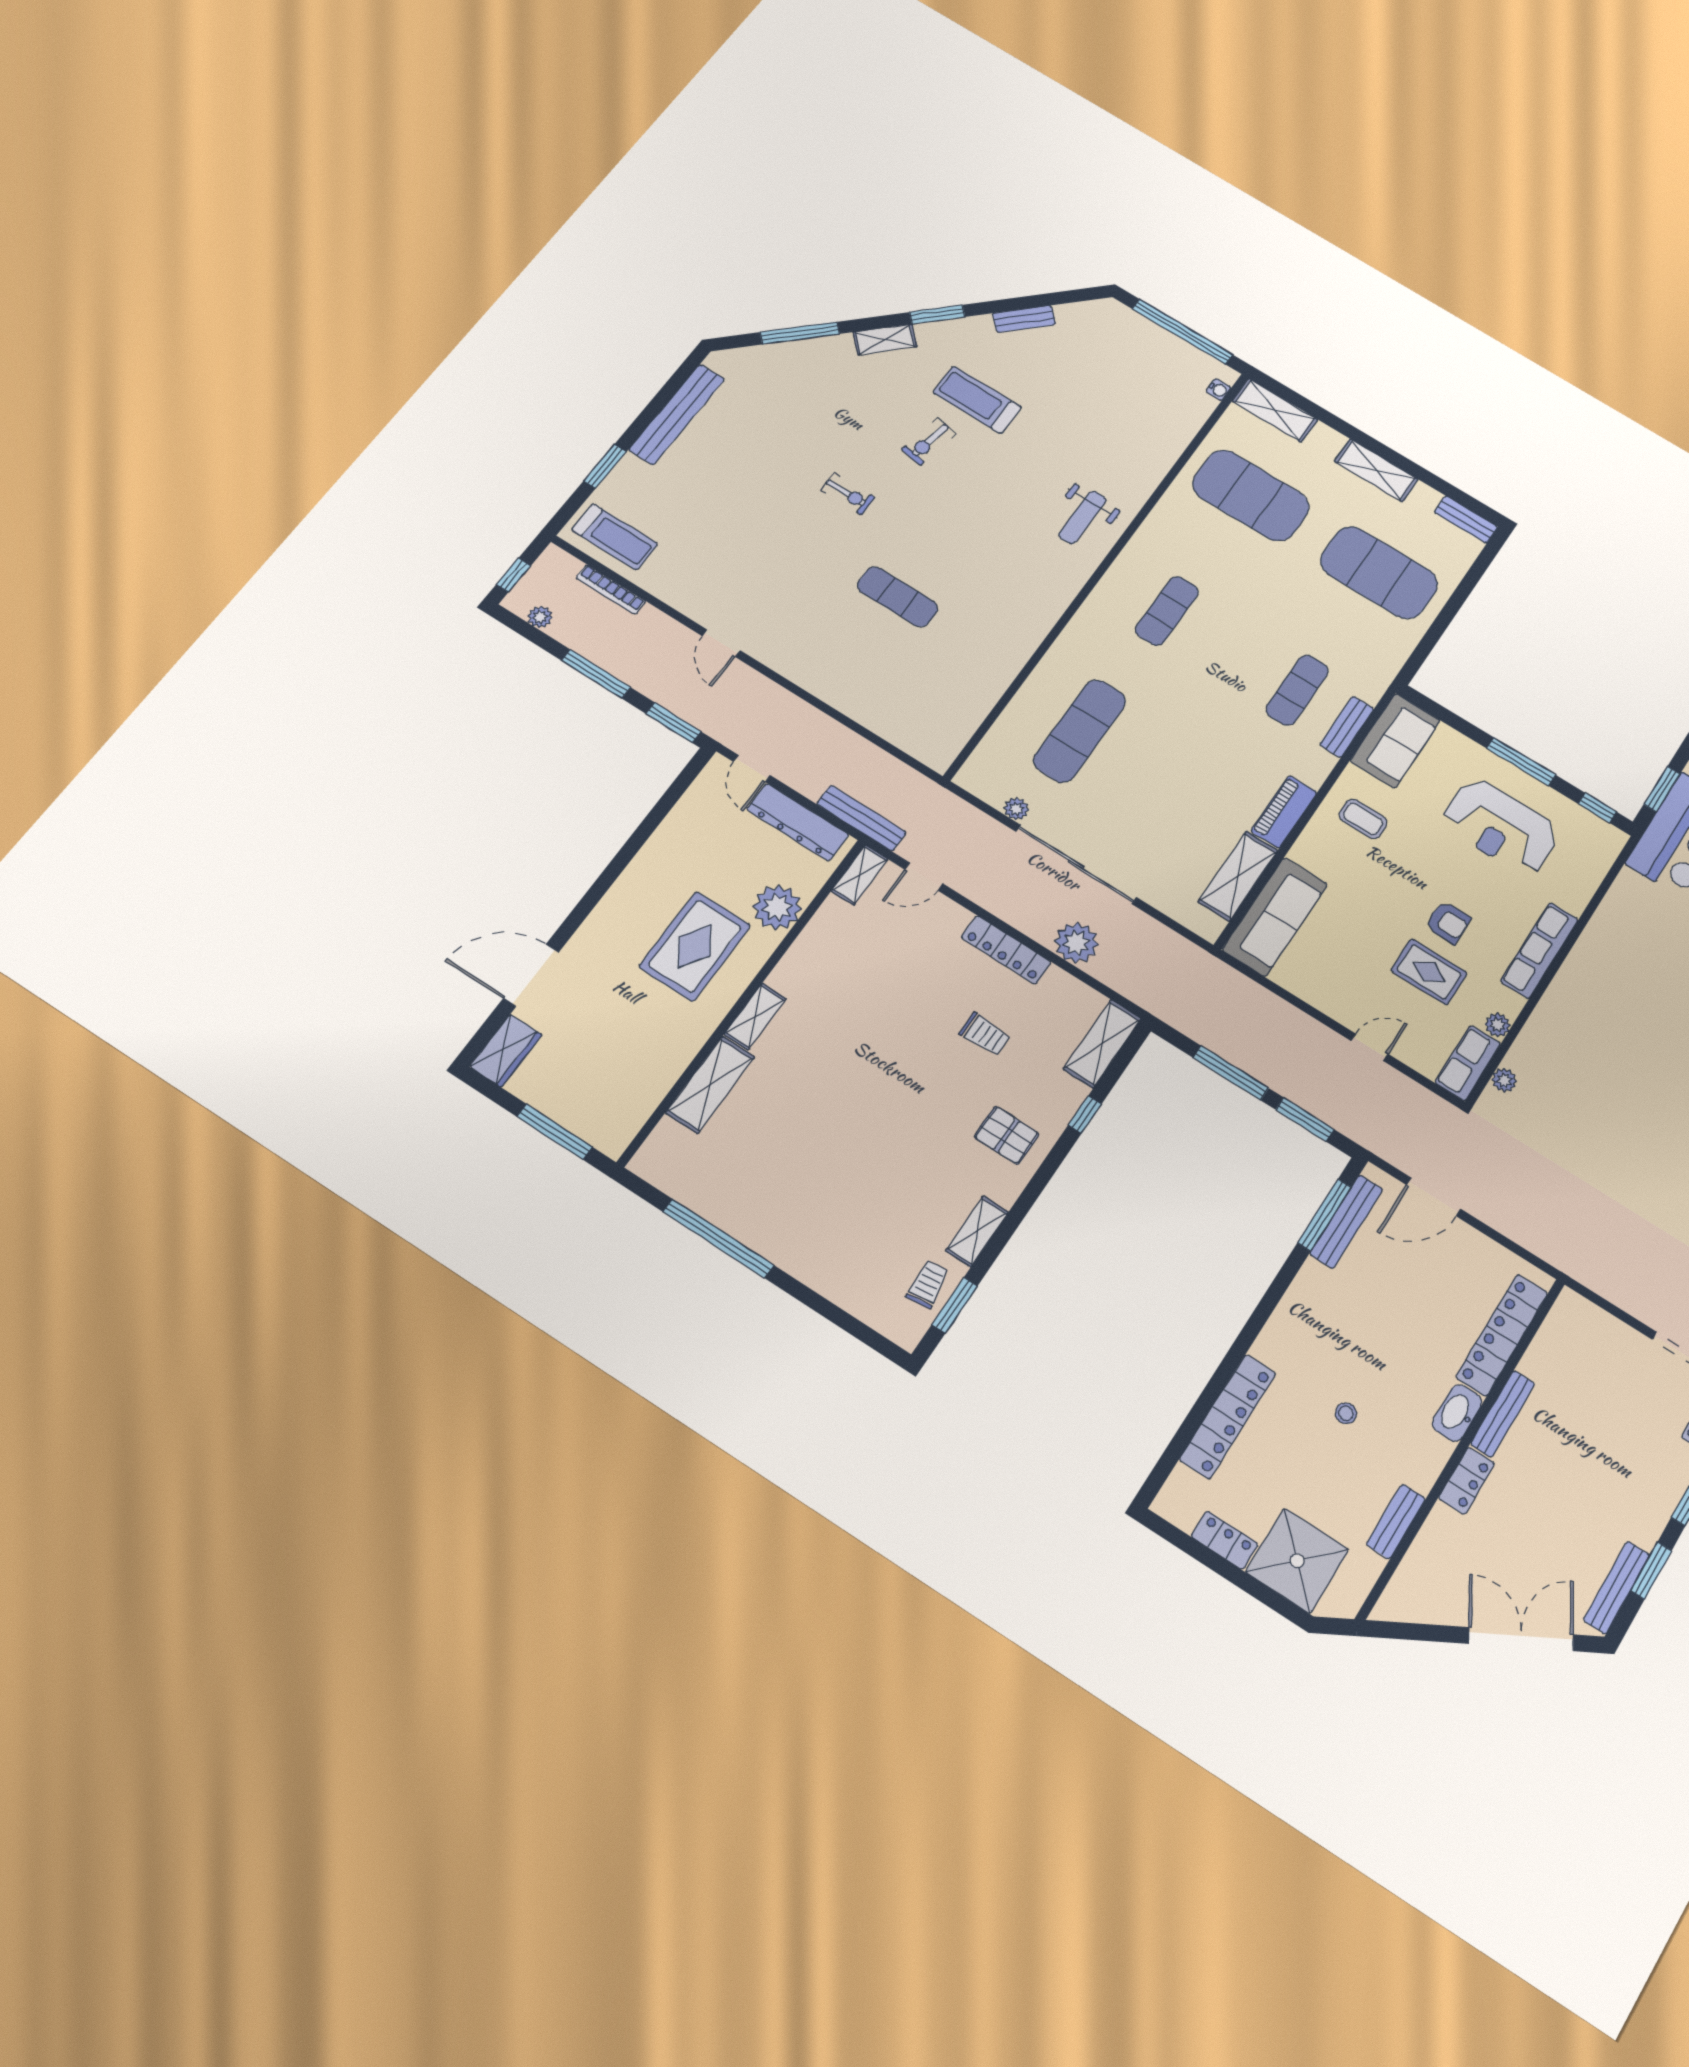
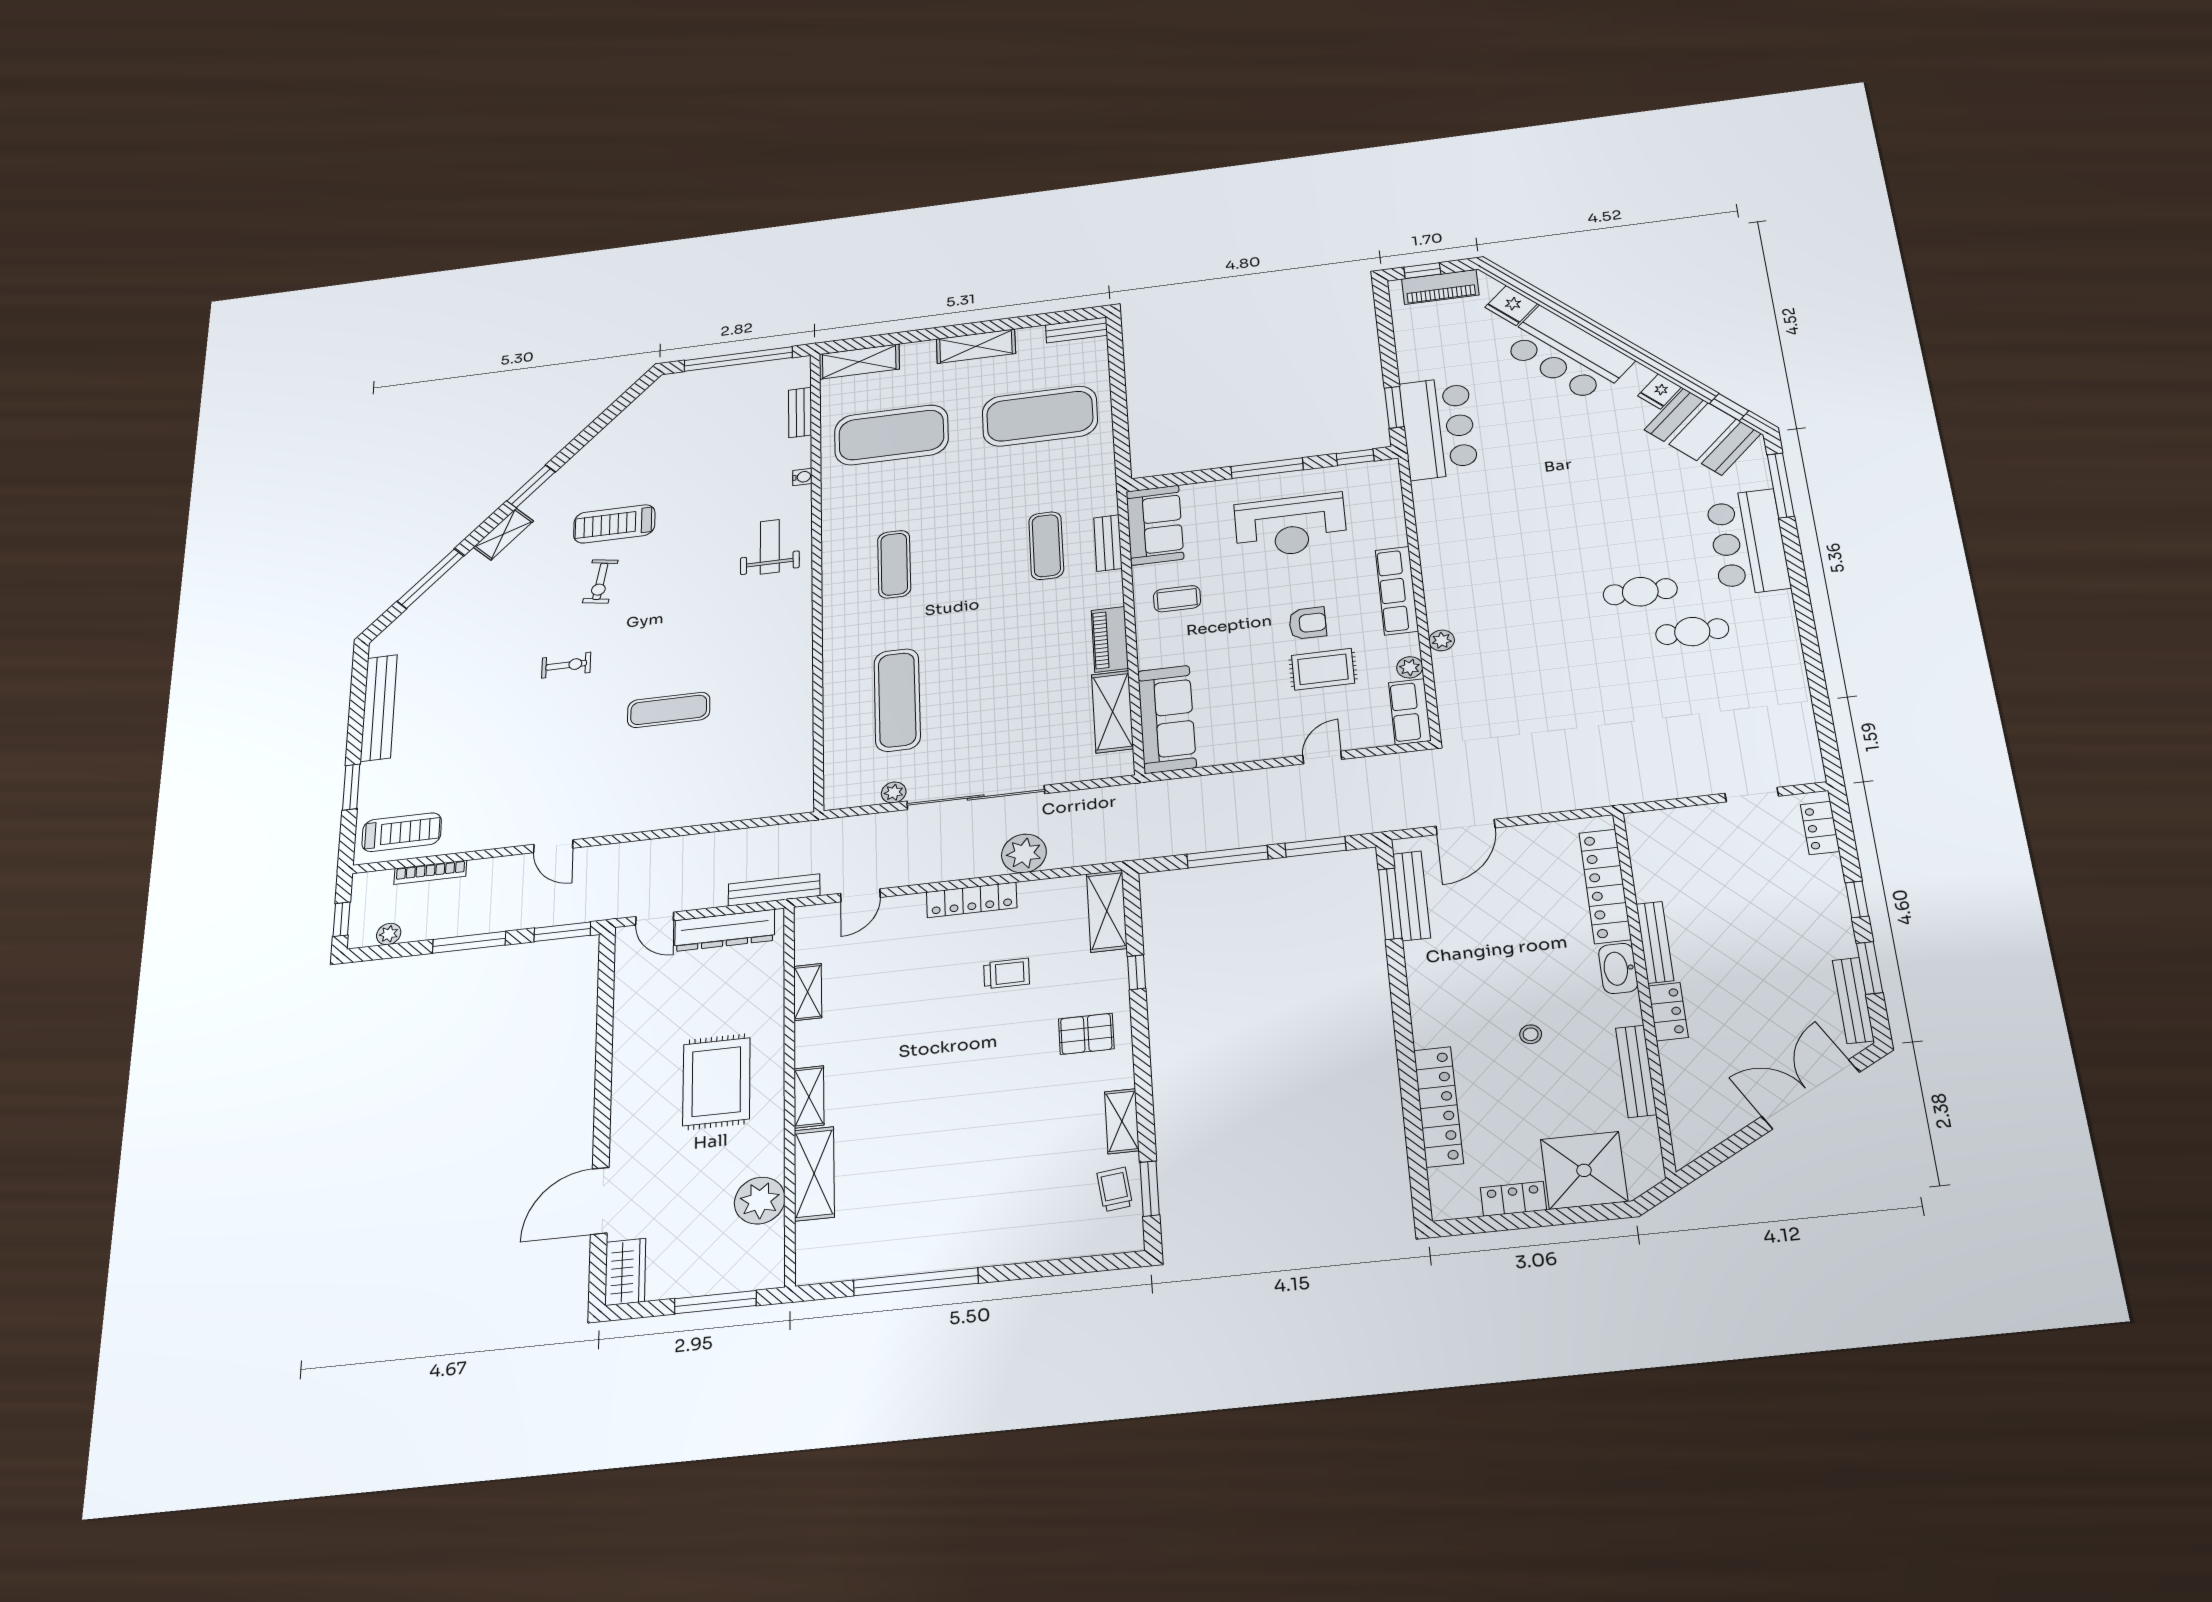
bench: (1024, 319) -> (800, 412), moved, turned -45
water cooler: (1218, 390) -> (802, 477), moved
weight bench: (1082, 517) -> (770, 547), turned 180
shelving: (860, 875) -> (808, 992), moved
plant: (777, 908) -> (760, 1201), moved
plant: (1504, 1080) -> (1442, 640), moved
bench: (1396, 1522) -> (1636, 1071), width x1.36

